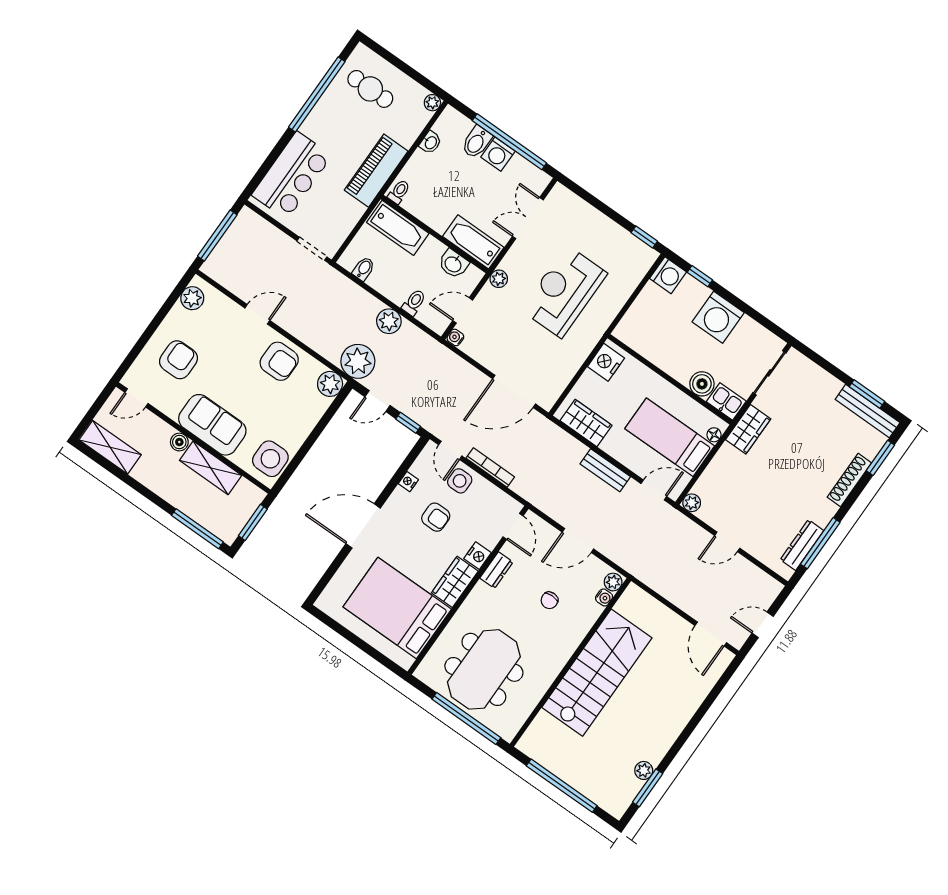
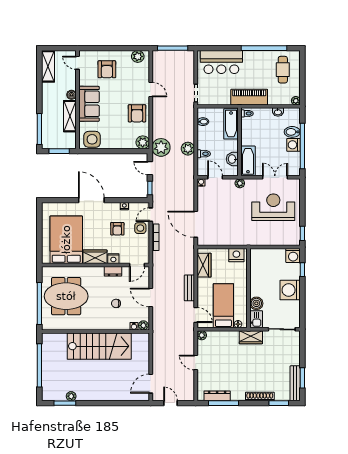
reception desk: (564, 292) -> (273, 207), moved
armchair: (179, 360) -> (107, 69), turned 90

